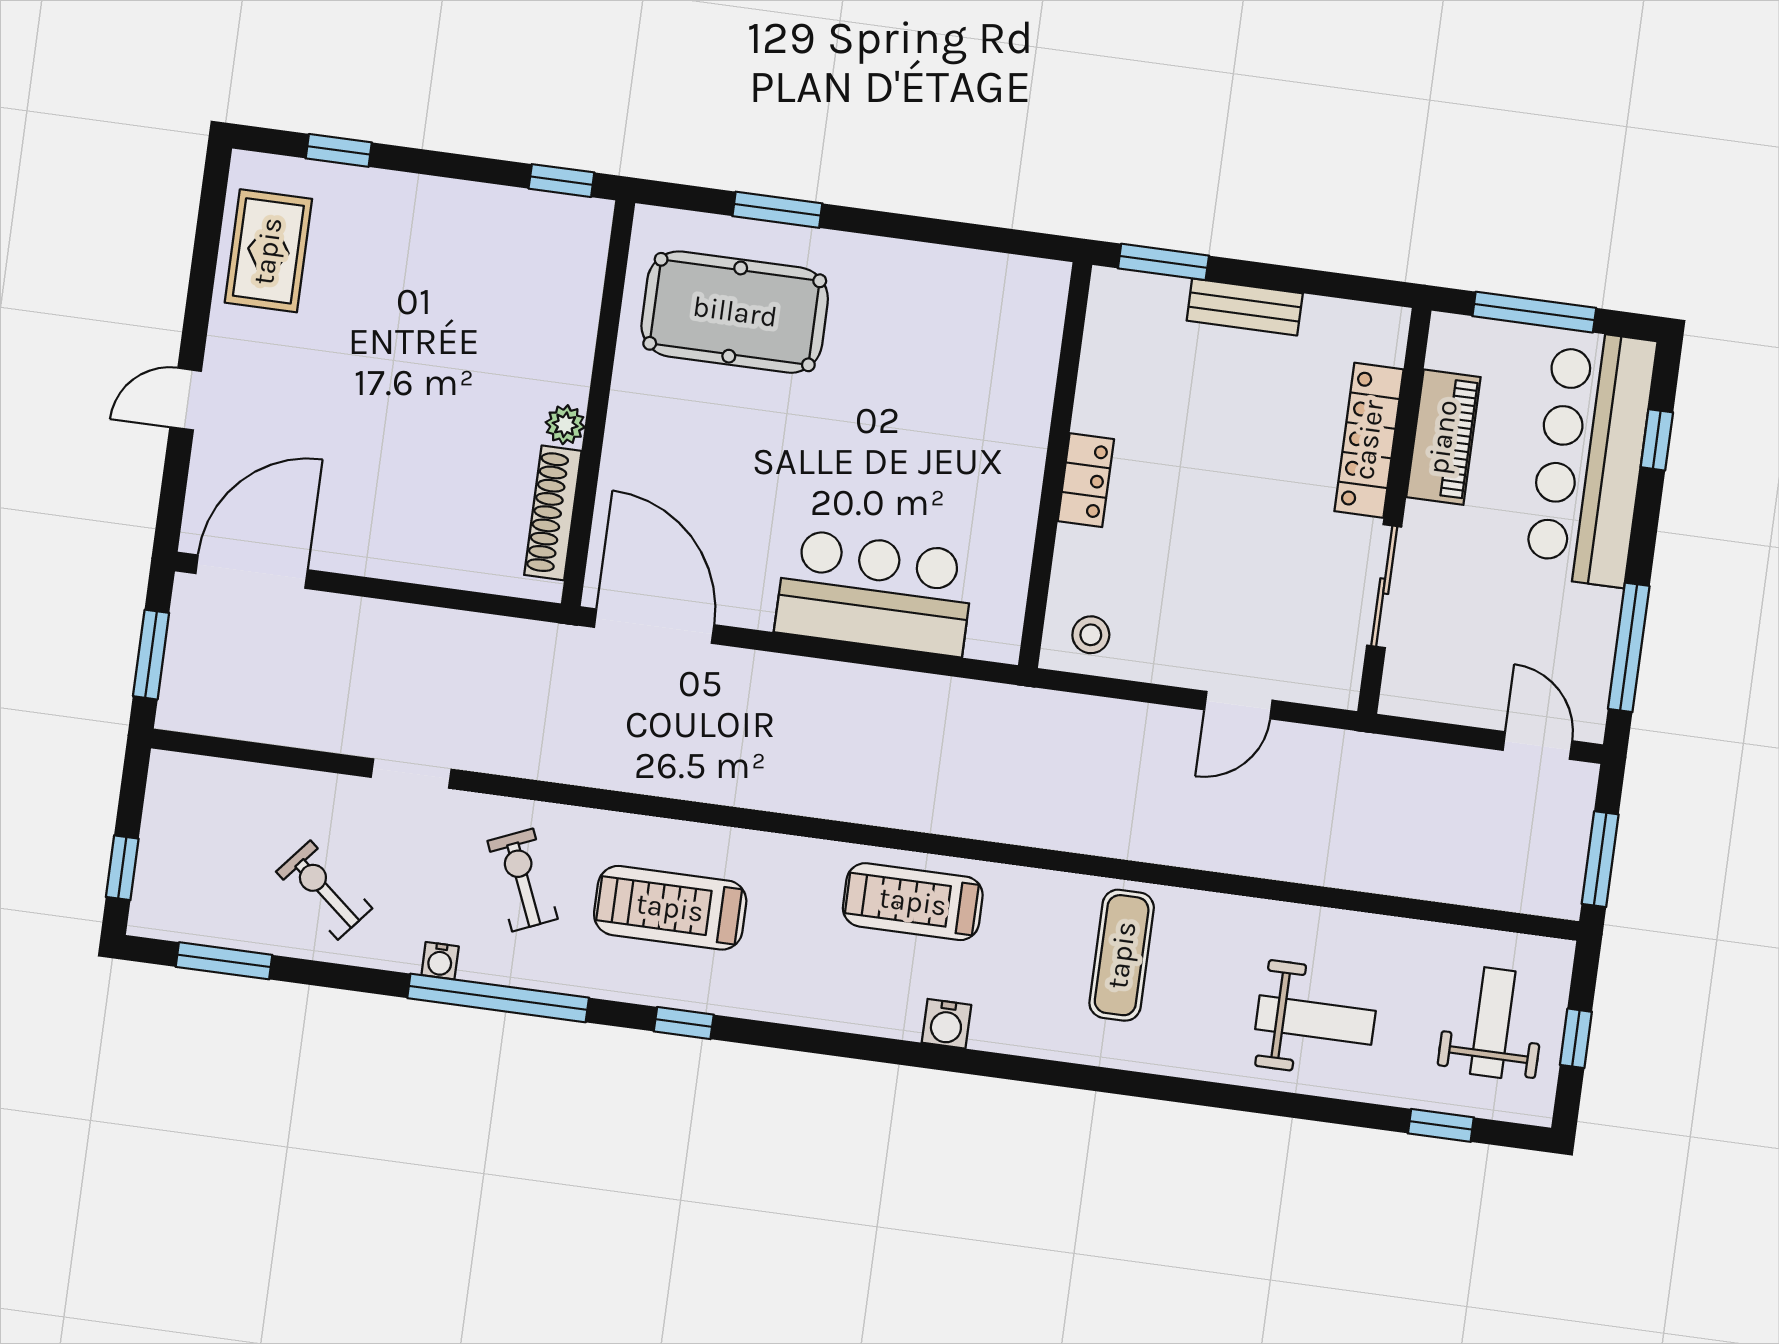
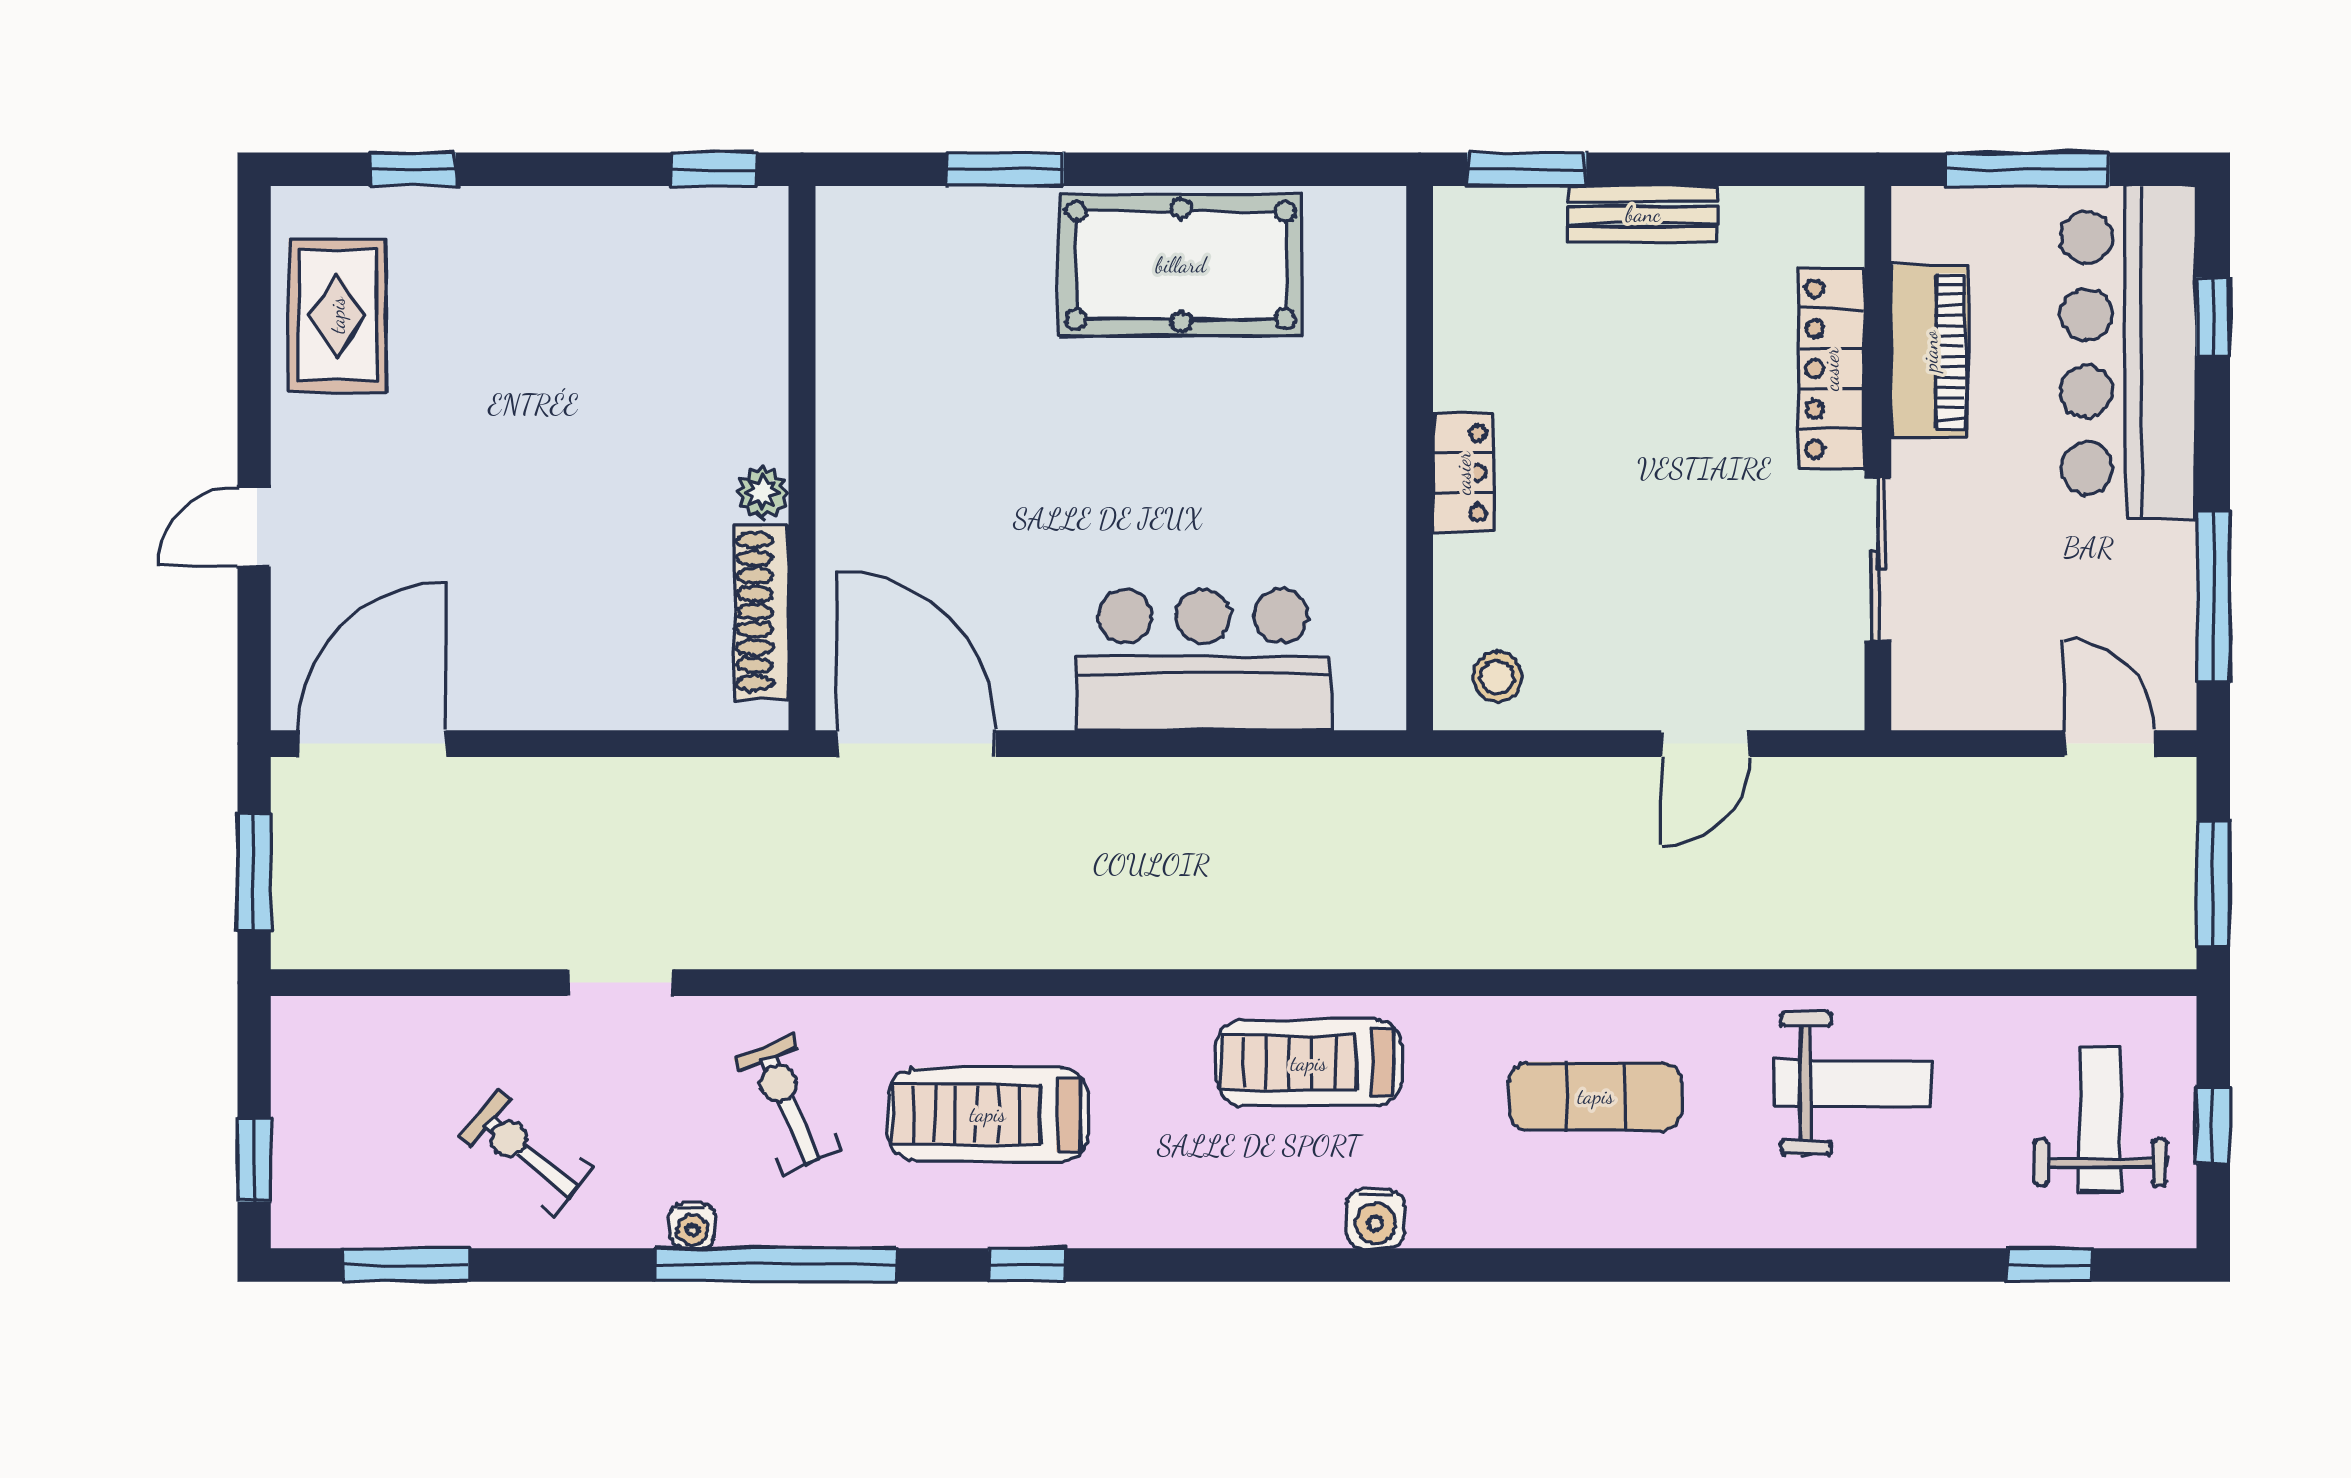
pool table: (735, 312) -> (1181, 265), moved
exercise mat: (1122, 955) -> (1596, 1096), turned 90
weight bench: (1315, 1020) -> (1853, 1083), moved

